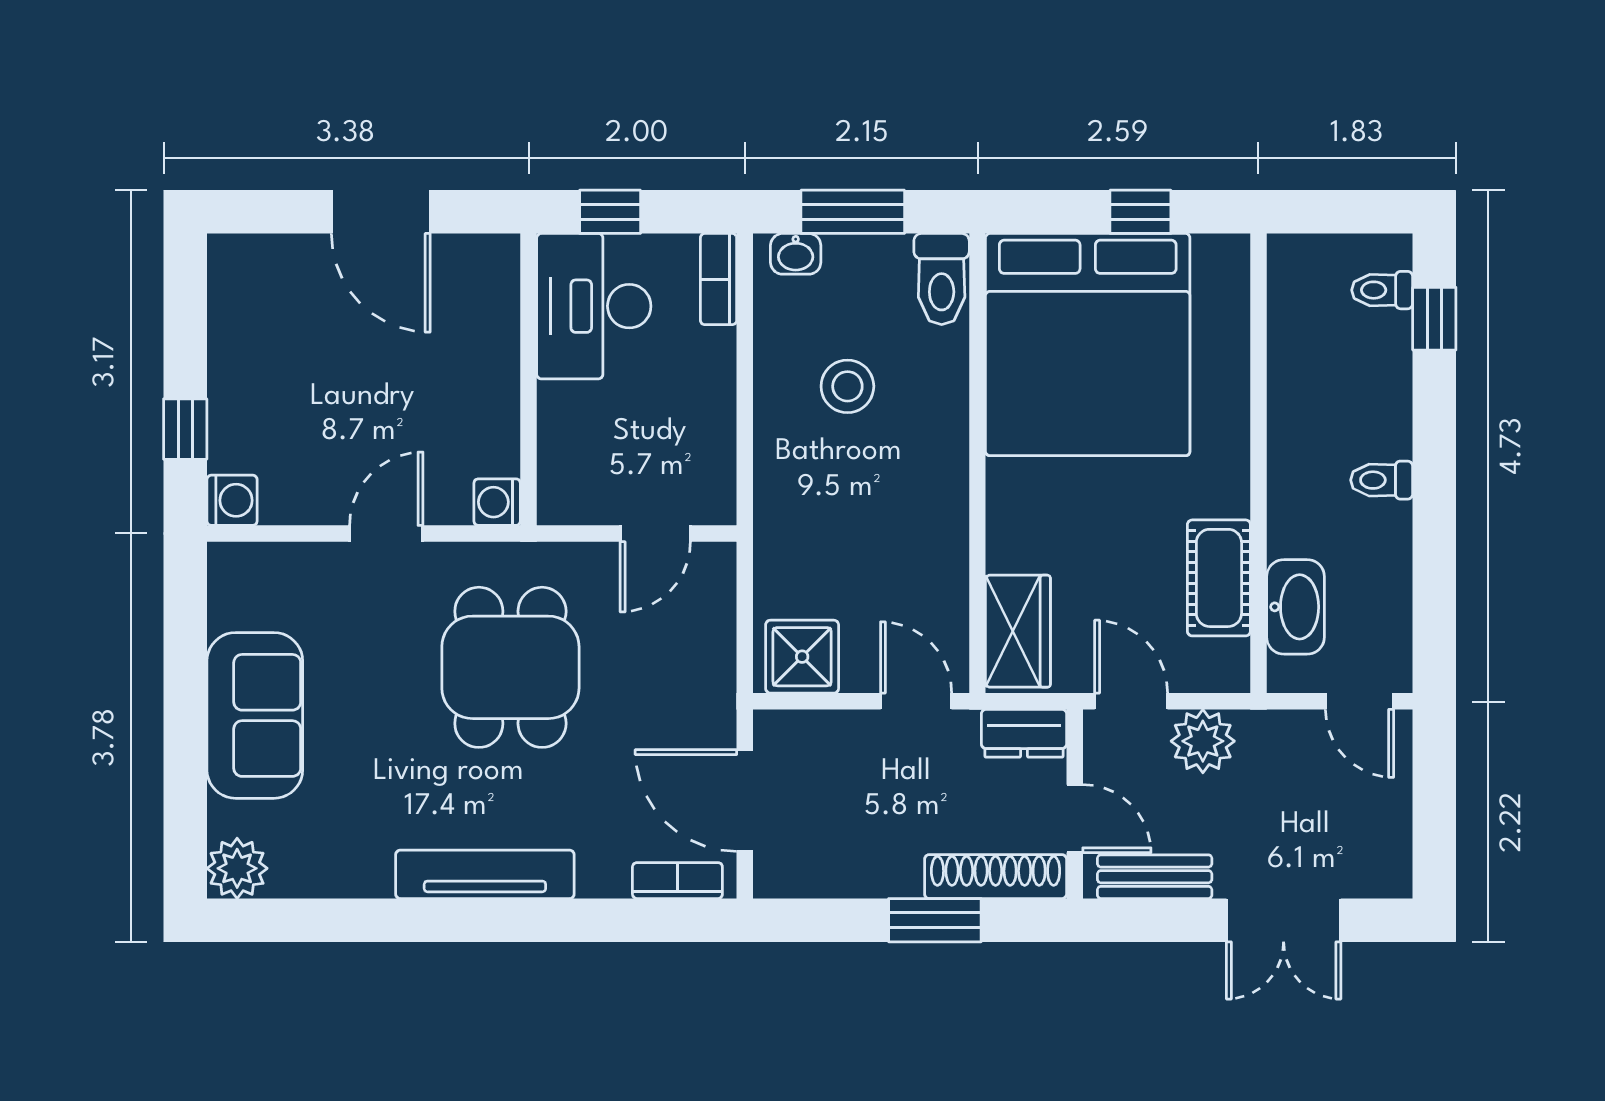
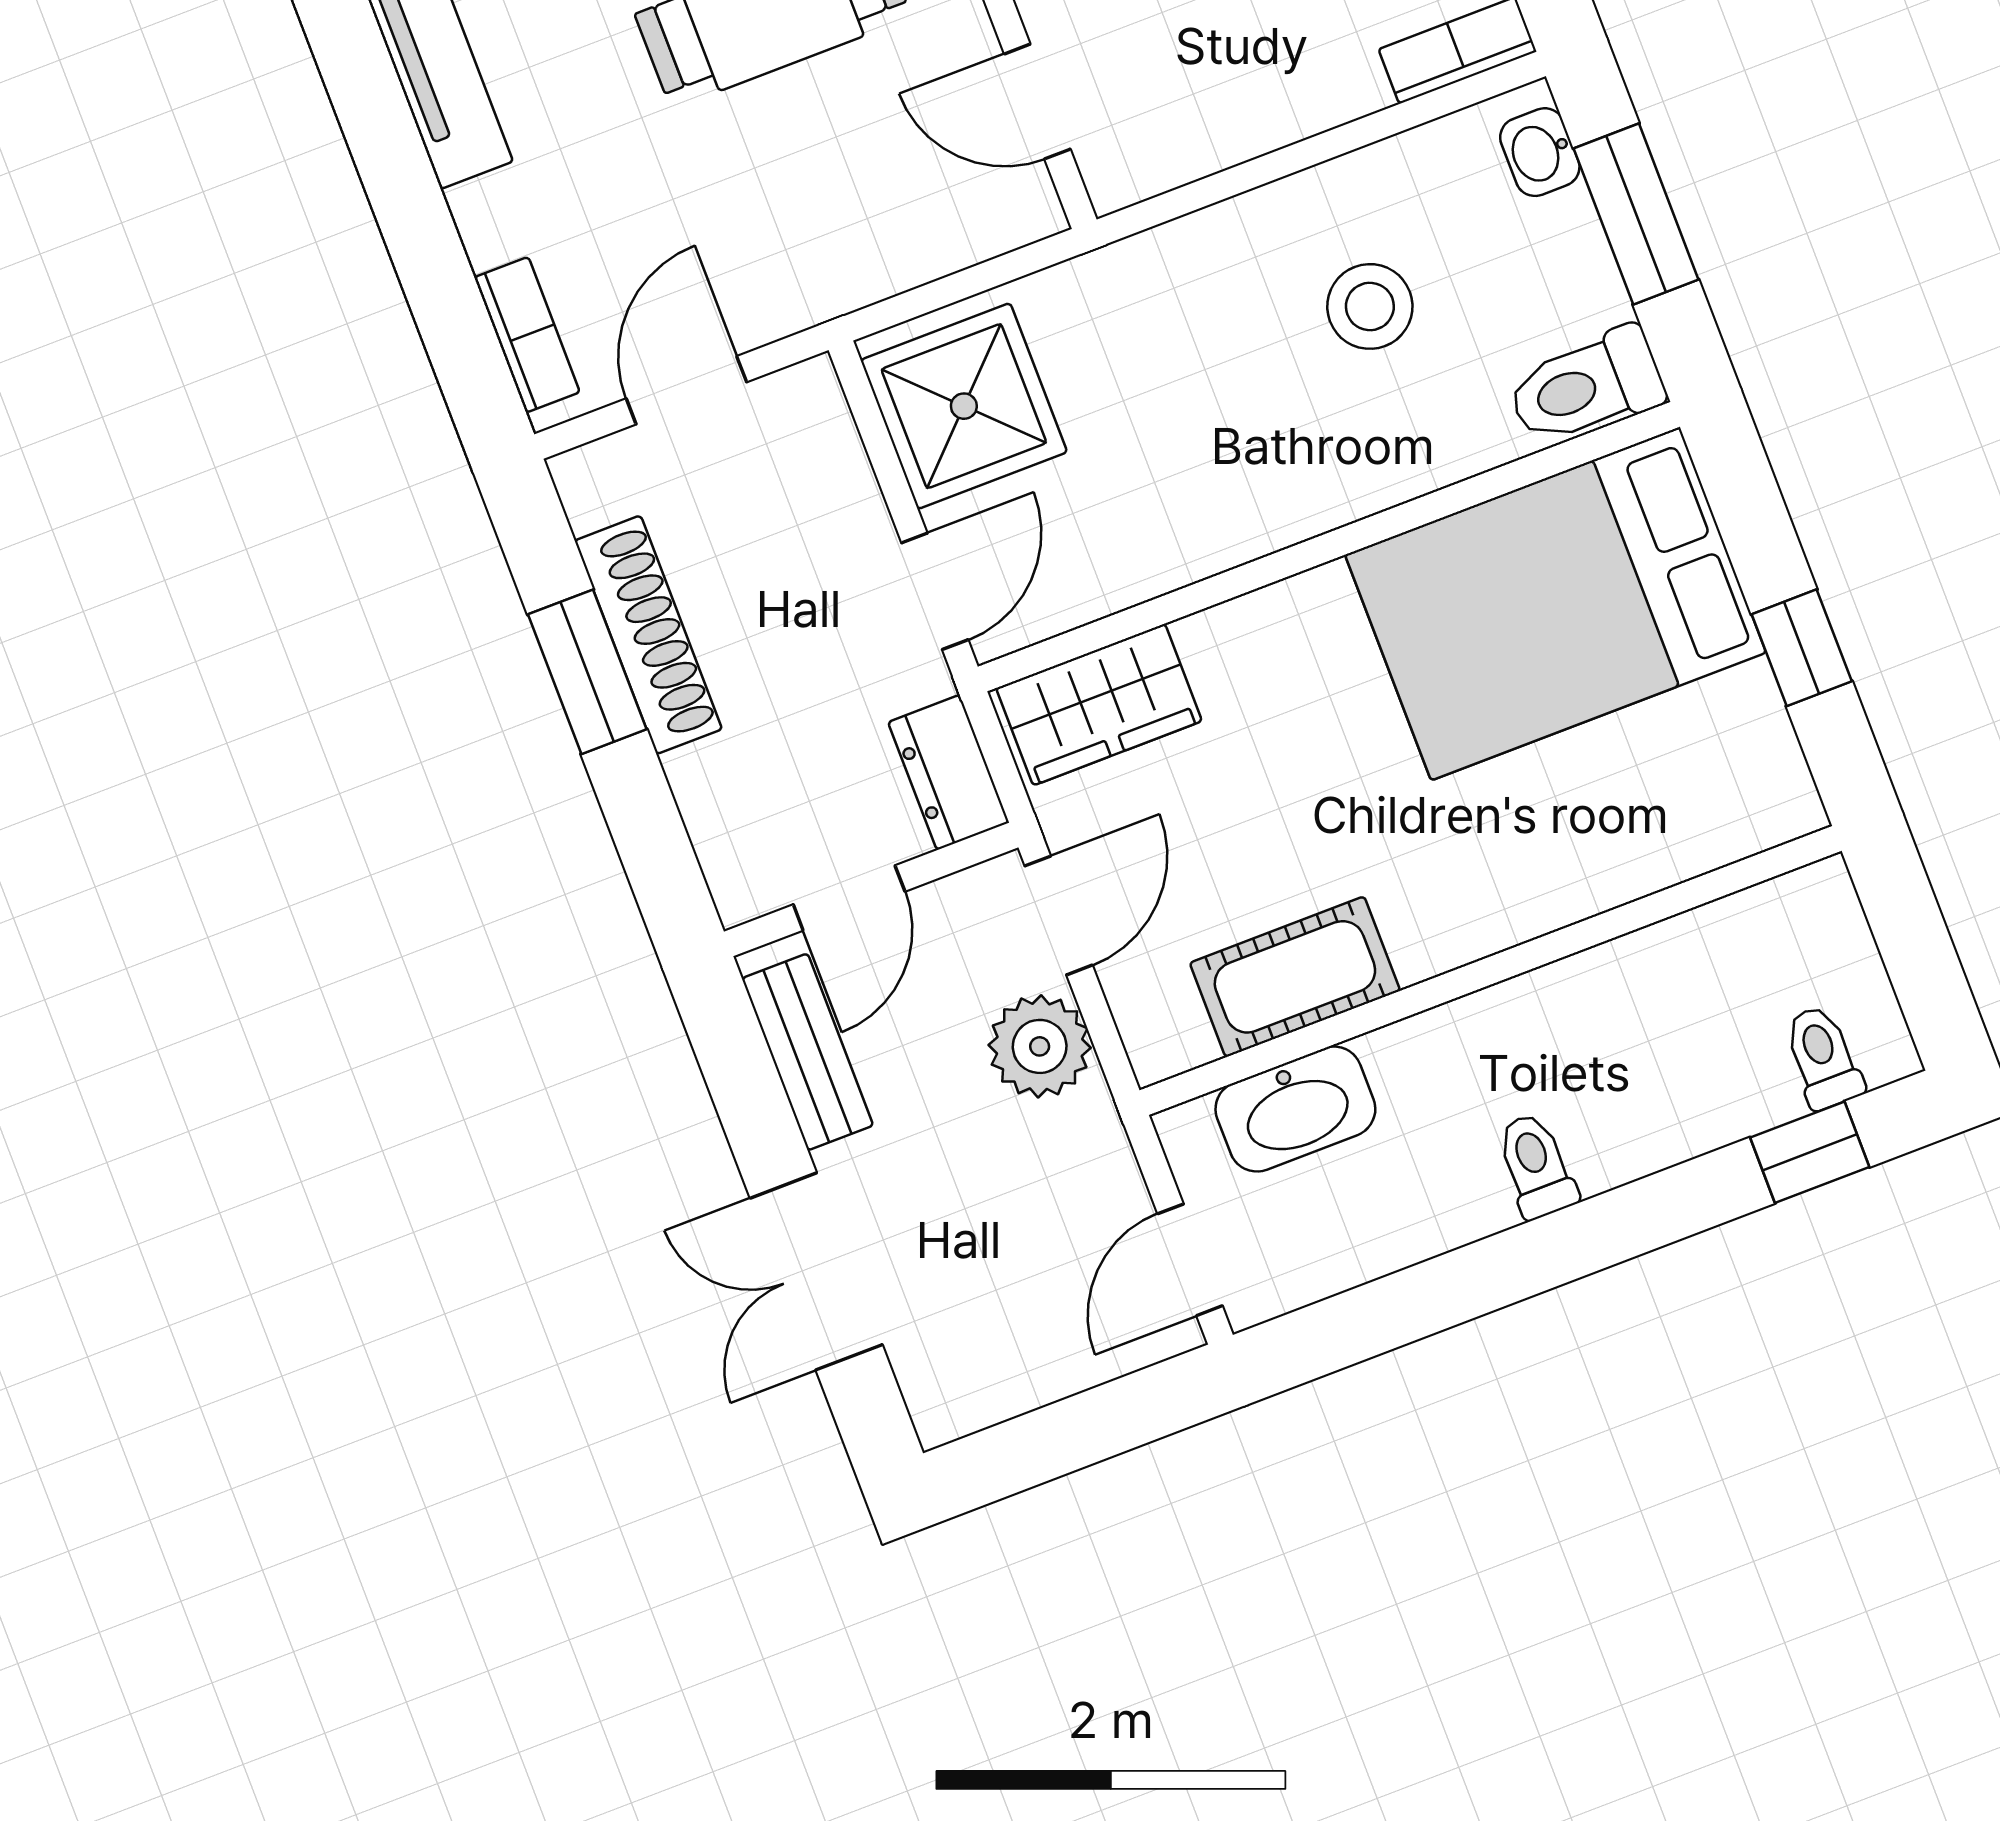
bed: (1088, 345) -> (1555, 604), width x0.73
shower: (802, 657) -> (964, 406), width x1.36, depth x1.36
door: (745, 800) -> (686, 390), width x0.73
shoe rack: (996, 877) -> (648, 635), moved
window: (935, 920) -> (587, 672), moved

